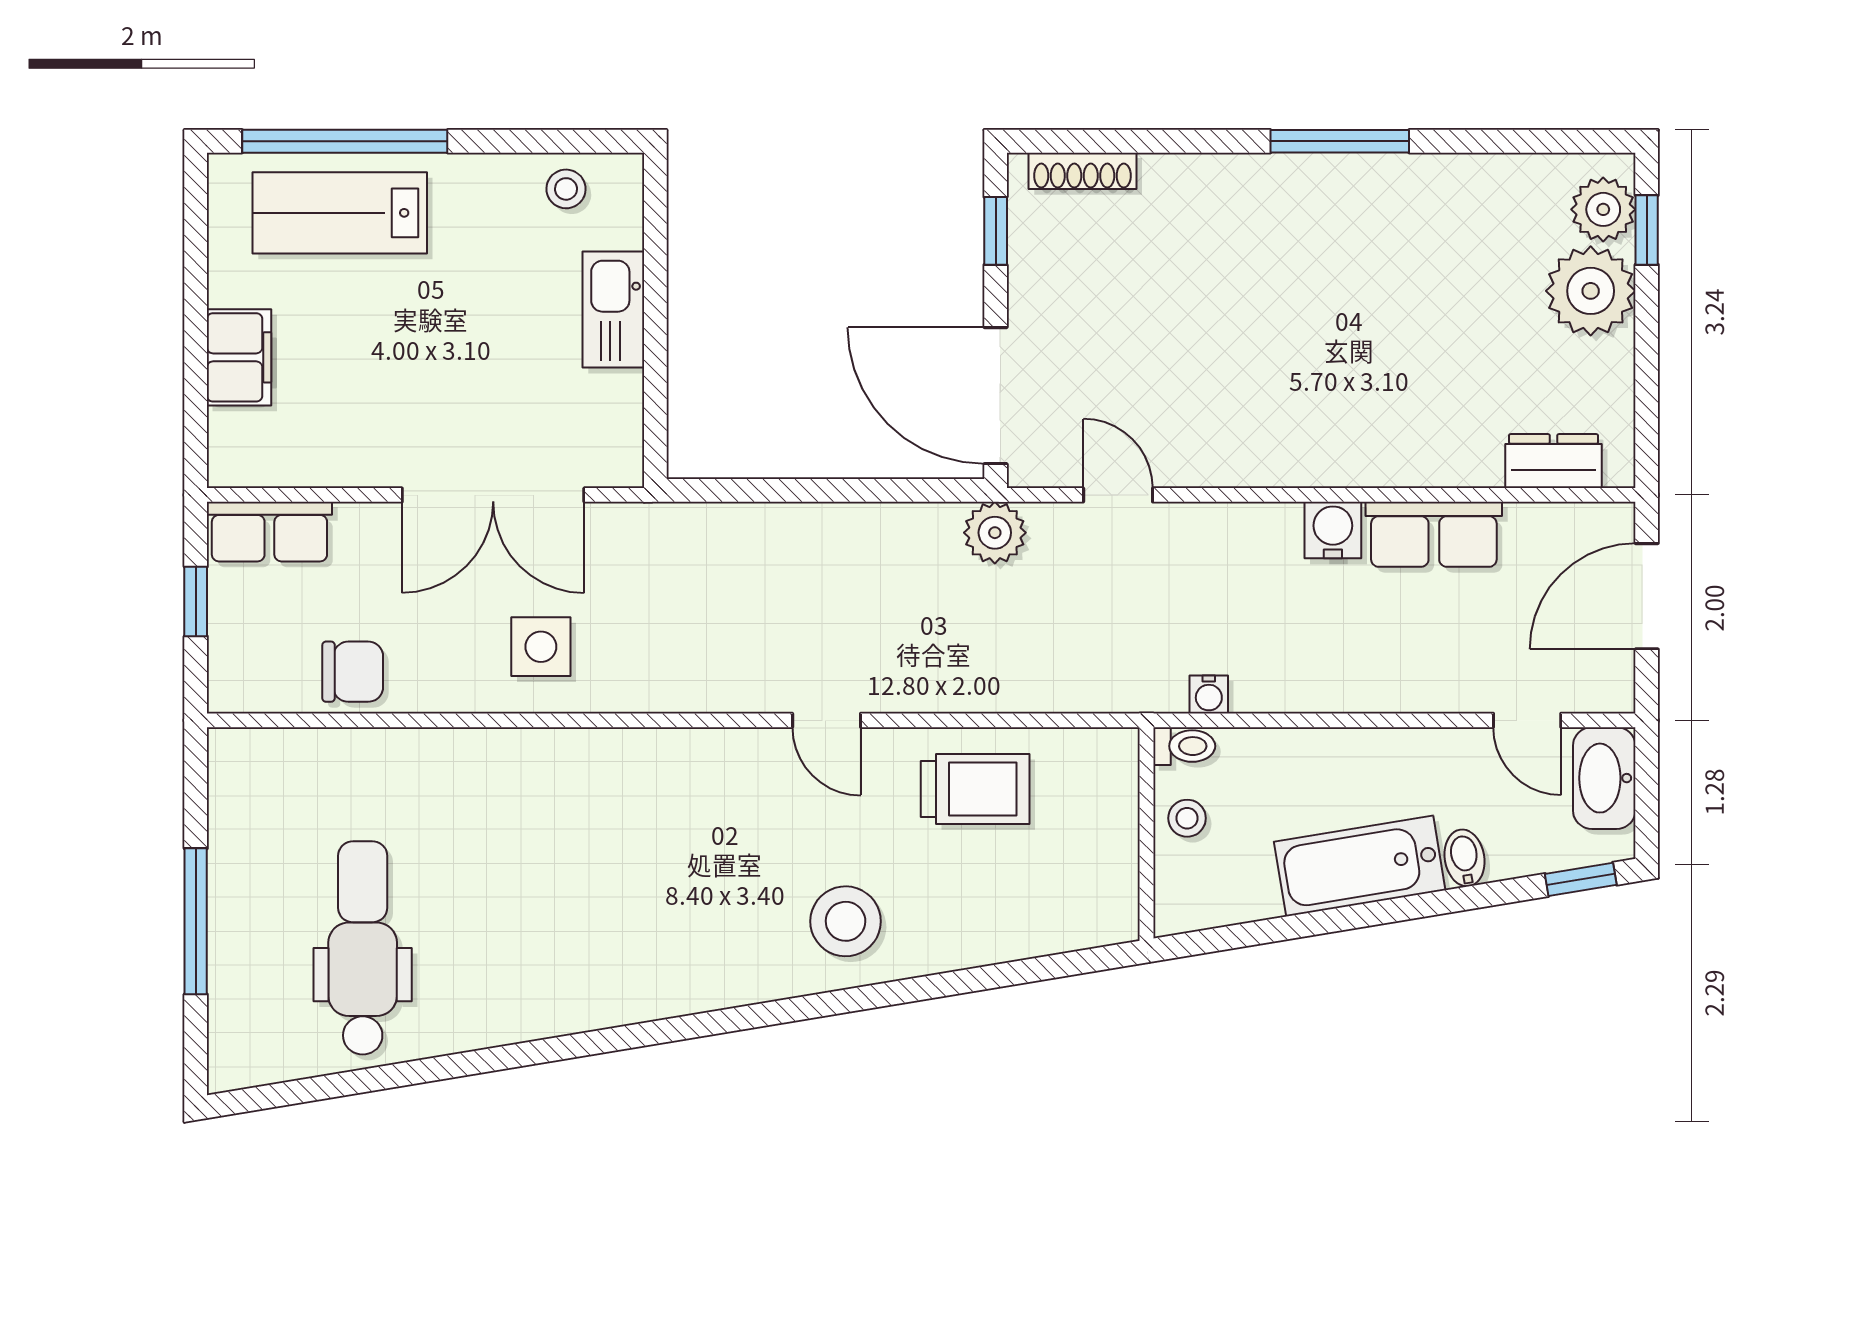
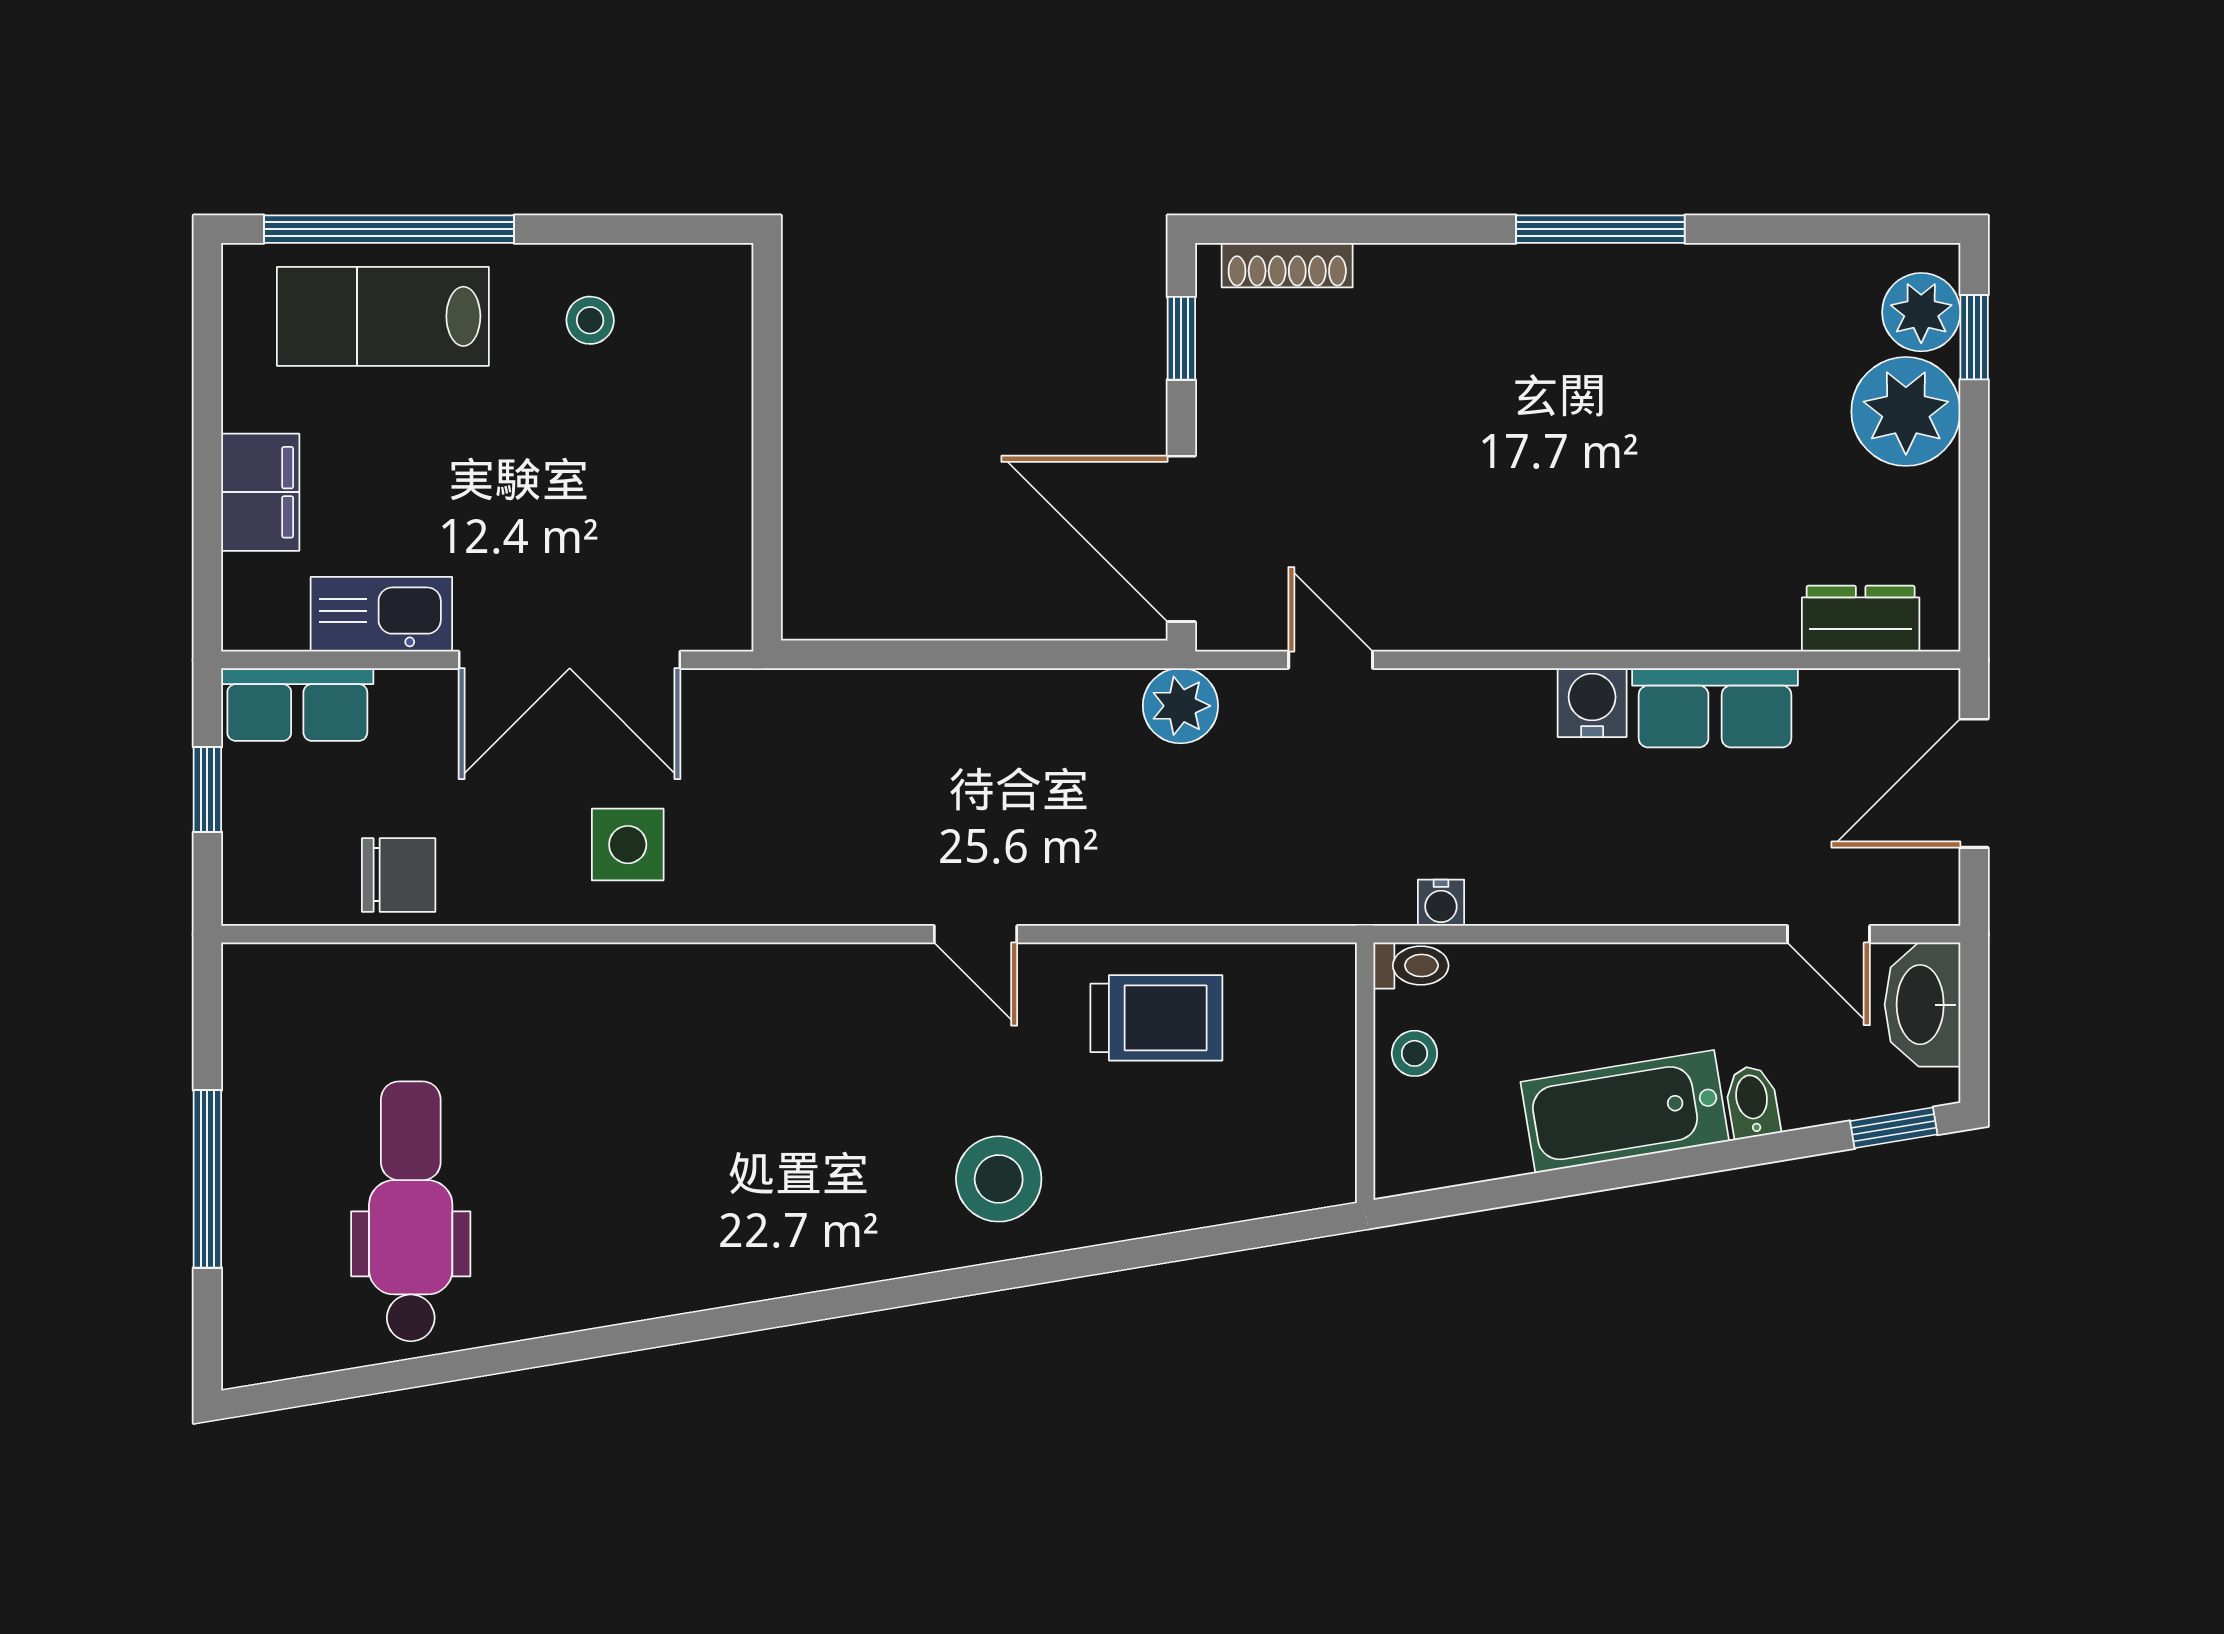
stool: (566, 189) -> (590, 320), moved
kitchen sink: (613, 309) -> (381, 614), moved, turned 90

